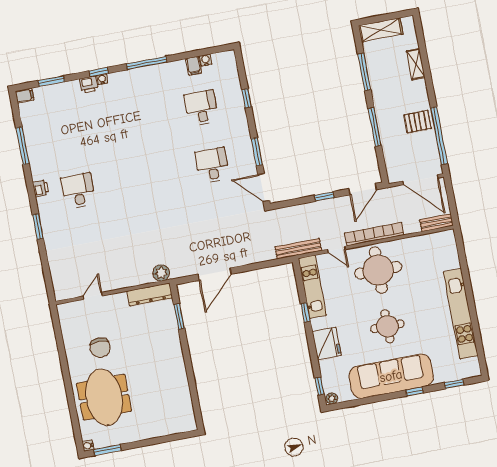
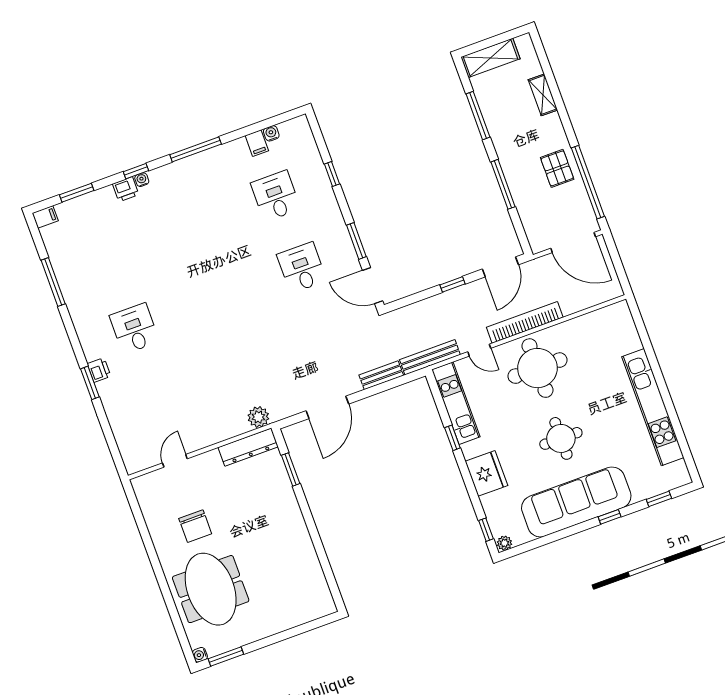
pallet: (418, 122) -> (557, 168), turned 90
printer: (41, 188) -> (99, 370), moved
bench: (436, 223) -> (381, 375), moved

